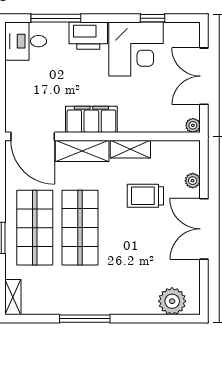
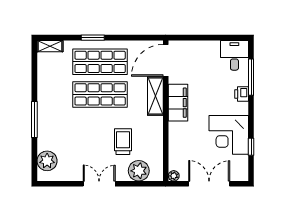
printer: (88, 36) -> (242, 94), width x0.53, depth x0.68
shelving: (130, 149) -> (157, 131), removed
plant: (193, 181) -> (139, 171), width x1.88, depth x1.88
double door: (204, 229) -> (99, 184), width x0.73
window: (85, 319) -> (34, 119), moved

